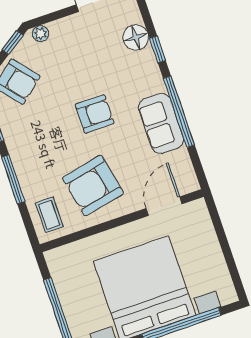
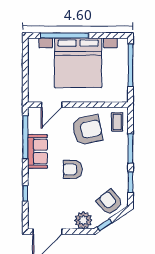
plant: (41, 34) -> (83, 220), width x1.88, depth x1.88
floor lamp: (136, 37) -> (35, 204), removed
window: (179, 112) -> (25, 137), moved

